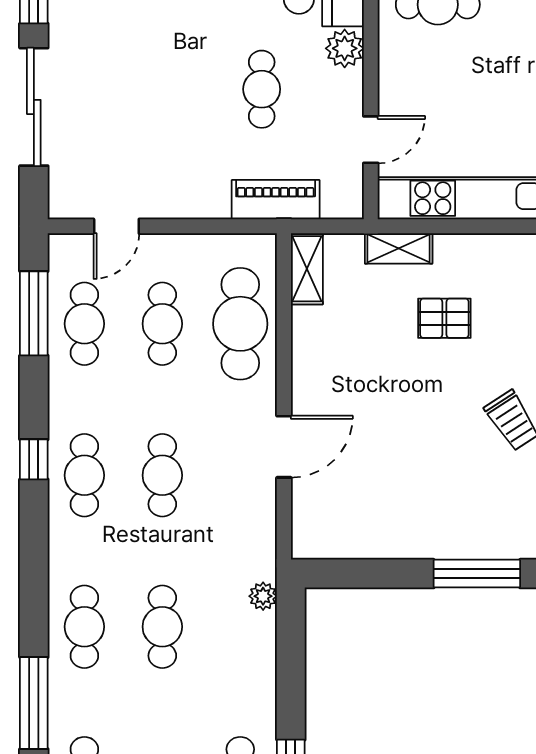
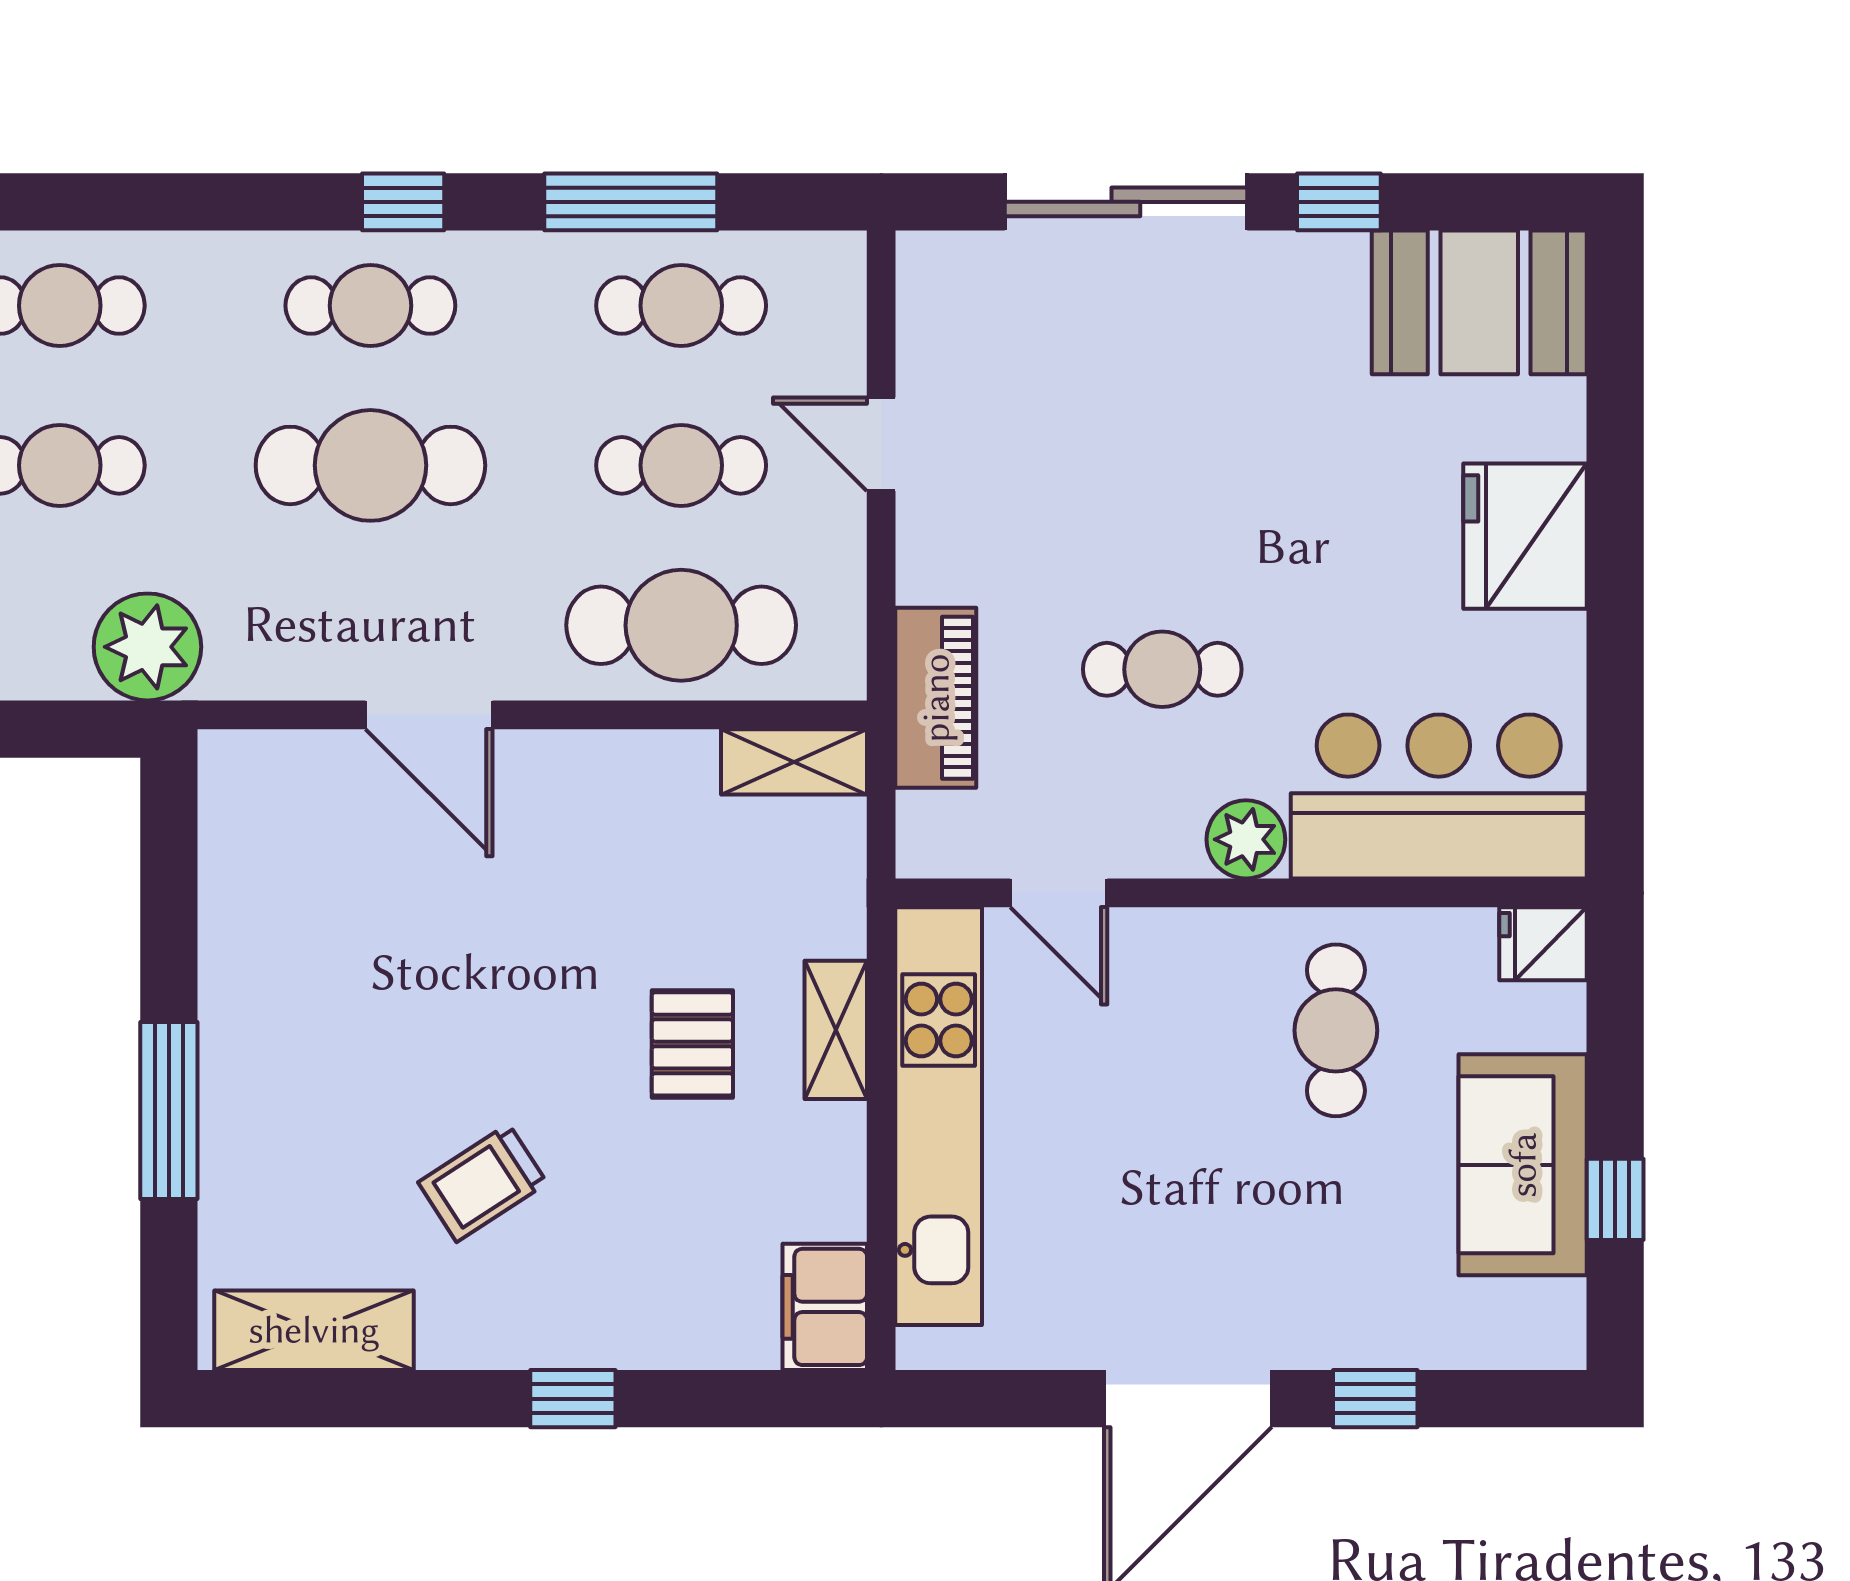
door: (116, 226) -> (881, 444), moved
shelving: (399, 248) -> (836, 1030), moved
window: (34, 313) -> (631, 202), moved
cafe table: (162, 475) -> (370, 465), width x1.37, depth x1.35
plant: (263, 596) -> (147, 647), width x1.88, depth x1.88

